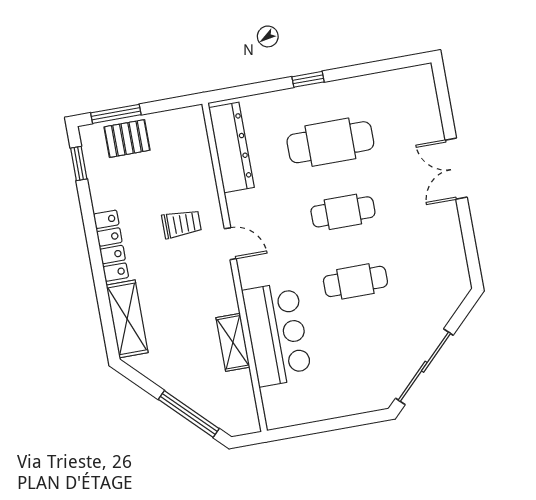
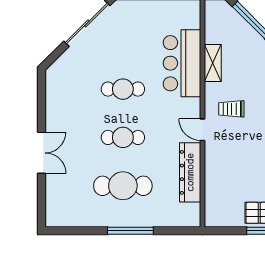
window: (308, 79) -> (130, 231), width x2.17
dresser: (231, 148) -> (190, 172), moved
trolley: (182, 224) -> (231, 109), moved

